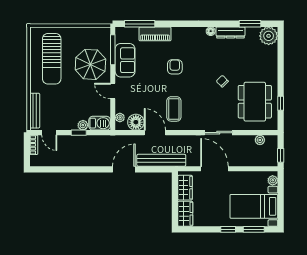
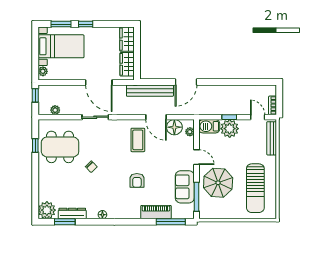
dresser: (230, 32) -> (72, 214), moved
sun lounger: (52, 59) -> (255, 188), turned 180
dining table: (255, 102) -> (60, 147), turned 90
plant: (83, 125) -> (230, 129), width x1.87, depth x1.87

